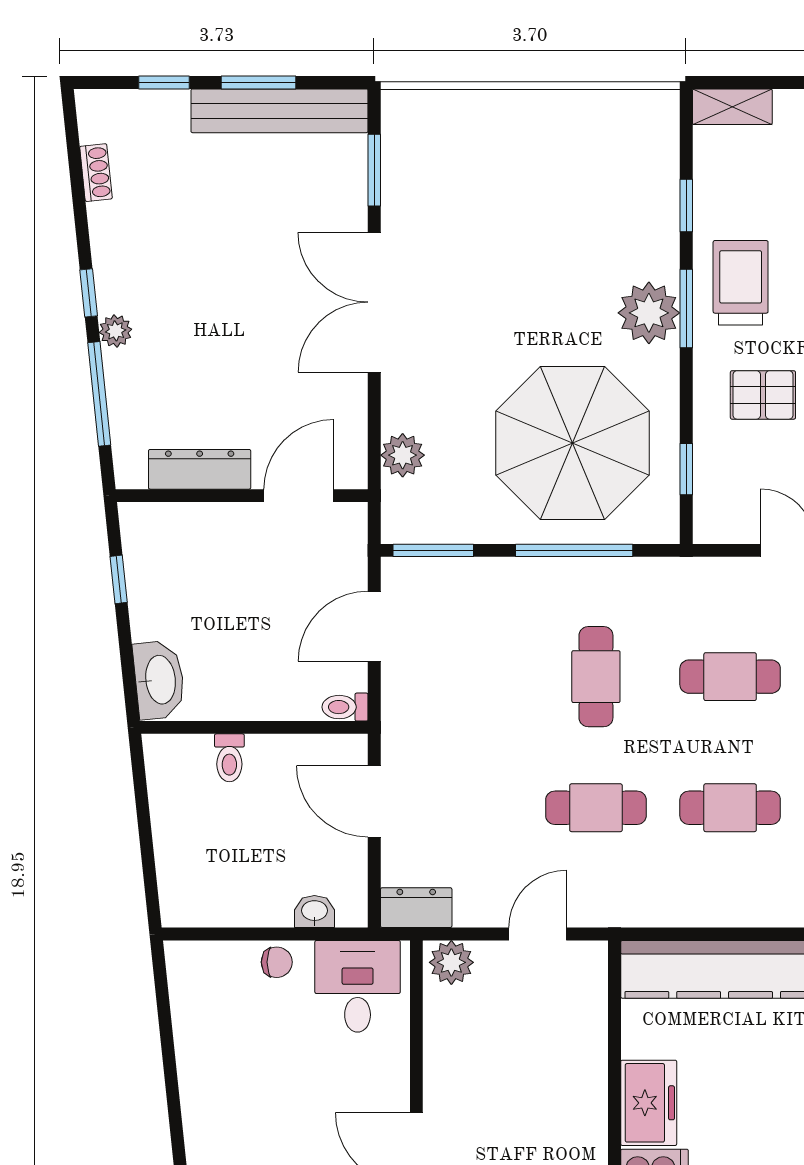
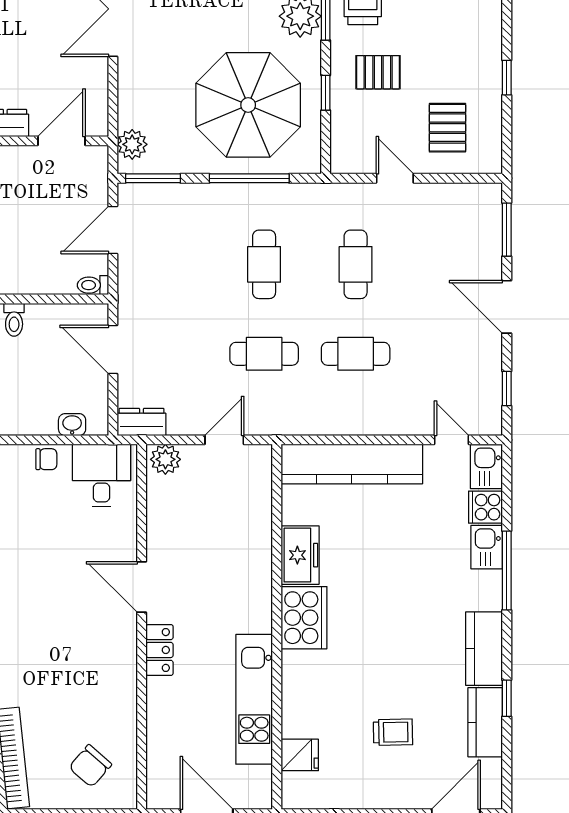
plant: (403, 455) -> (132, 144), moved
window: (686, 469) -> (326, 93), moved
cafe table: (730, 677) -> (356, 264), turned 90

